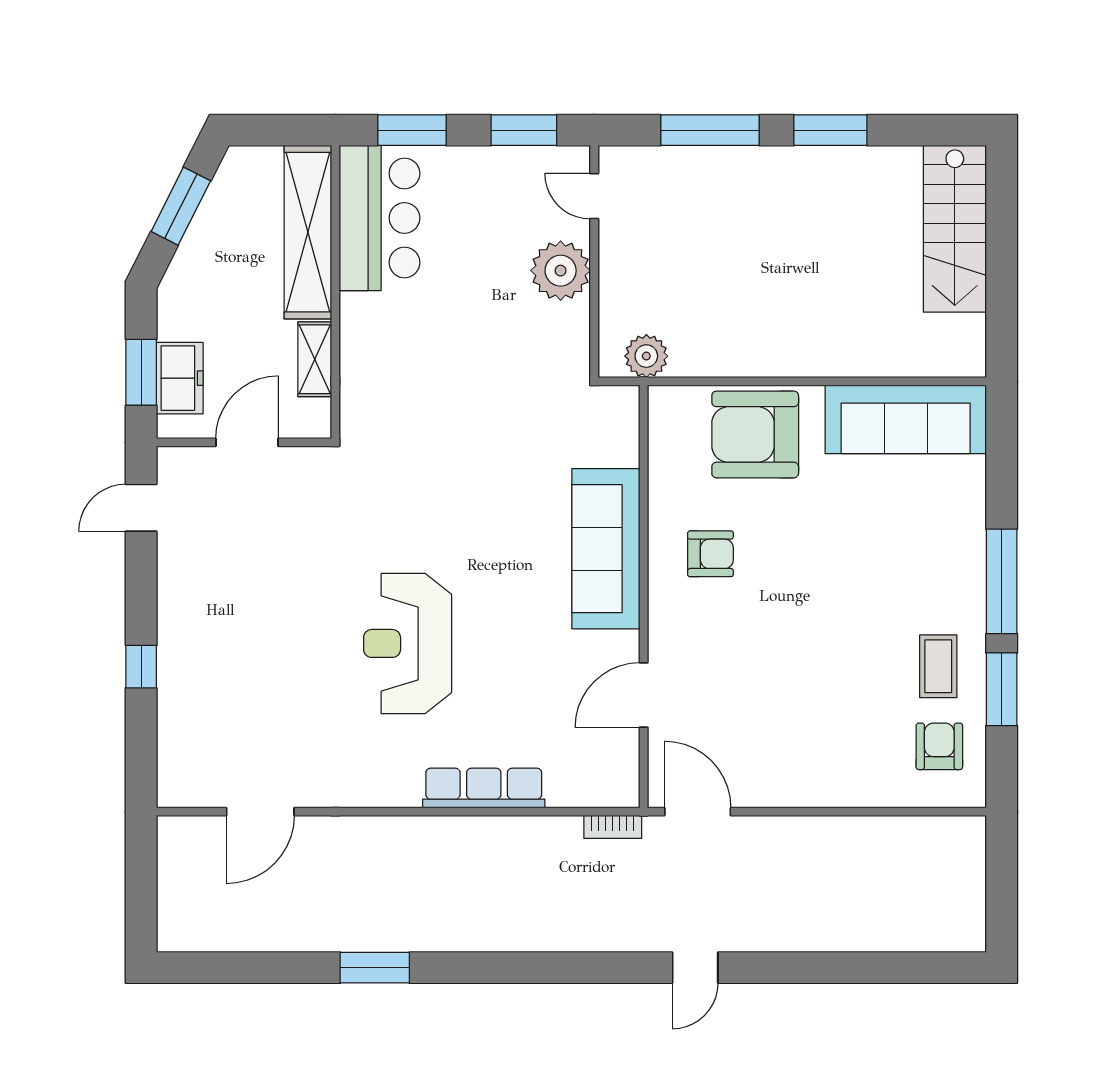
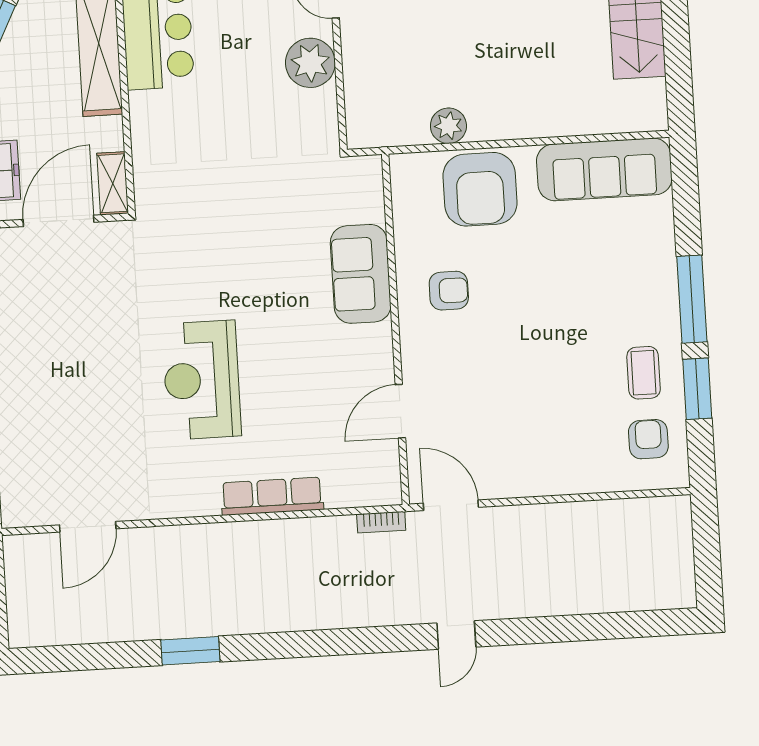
plant: (646, 356) -> (448, 126), moved
shelving: (315, 359) -> (113, 183), moved
armchair: (755, 434) -> (480, 189), turned -90
door: (247, 442) -> (58, 221), width x1.36
sofa: (606, 549) -> (361, 274), width x0.73

